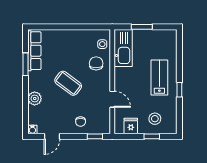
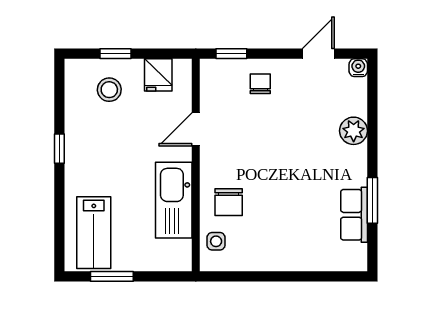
window: (142, 27) -> (112, 276), moved
kitchen sink: (123, 48) -> (174, 200), moved
row of seats: (34, 51) -> (354, 215), width x0.68
lab bench: (159, 77) -> (94, 233), moved
coffee table: (68, 83) -> (286, 162), removed
door: (112, 99) -> (196, 129), hinge flipped

